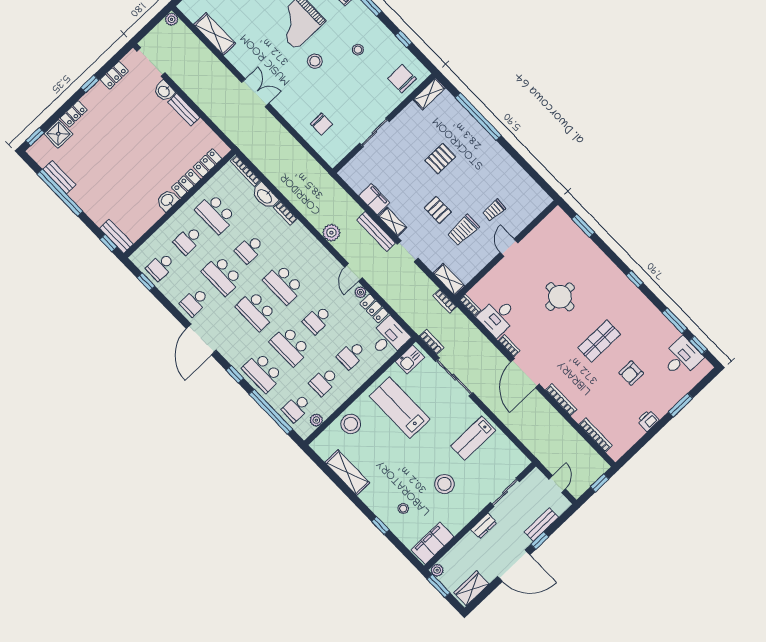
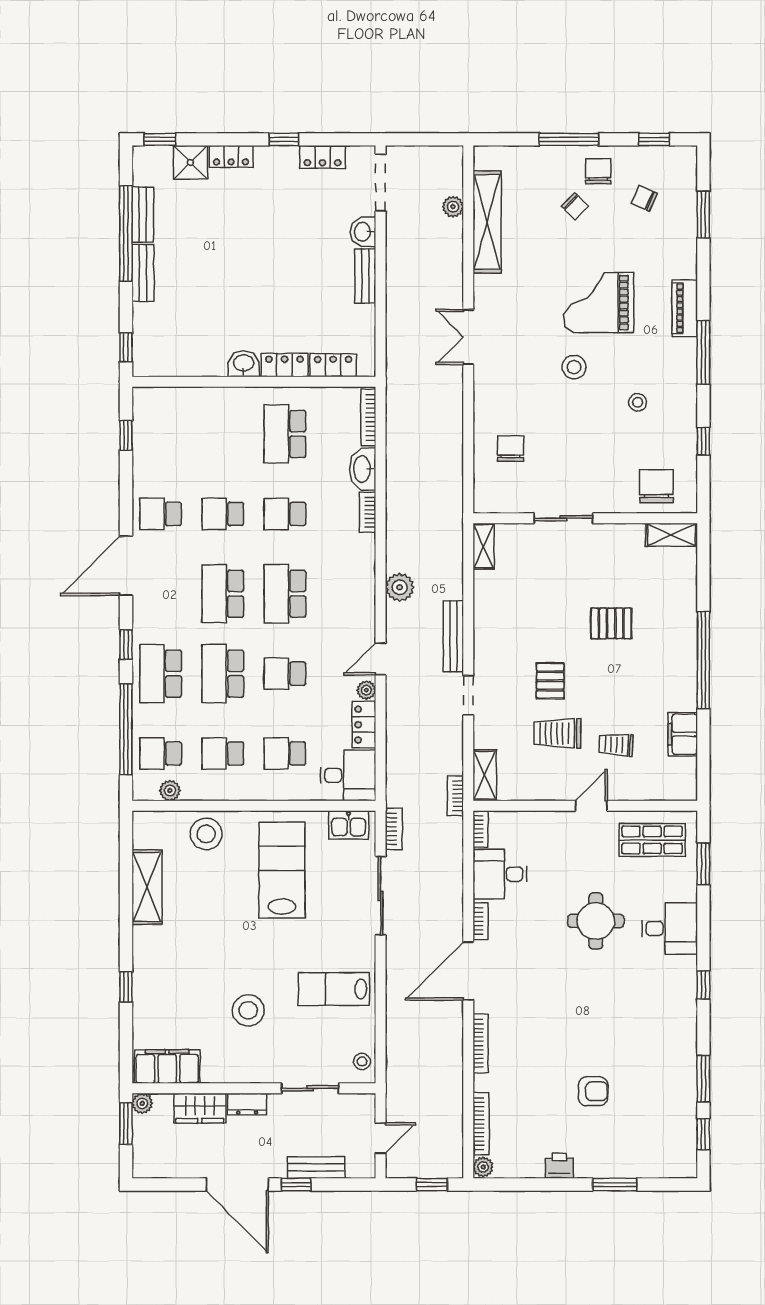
plant: (172, 19) -> (453, 207), moved
shelving: (215, 34) -> (487, 222), width x1.47
double door: (255, 93) -> (468, 337), swing flipped
window: (478, 117) -> (703, 660), moved
chair: (321, 124) -> (511, 449), turned 180
filing cabinet: (374, 199) -> (683, 734), moved, turned 180
shelving: (392, 222) -> (484, 546), moved
bench: (116, 236) -> (143, 273), moved
school desk: (188, 240) -> (223, 434), removed
school desk: (161, 267) -> (161, 434), removed
school desk: (222, 275) -> (223, 514), width x0.54
shop shelf: (599, 341) -> (652, 840), moved
desk: (682, 358) -> (670, 928), moved
armchair: (631, 373) -> (593, 1091), turned 180
plant: (615, 453) -> (483, 1167), added
stool: (403, 508) -> (362, 1061), moved
wardrobe: (471, 588) -> (200, 1108), moved, turned 180

